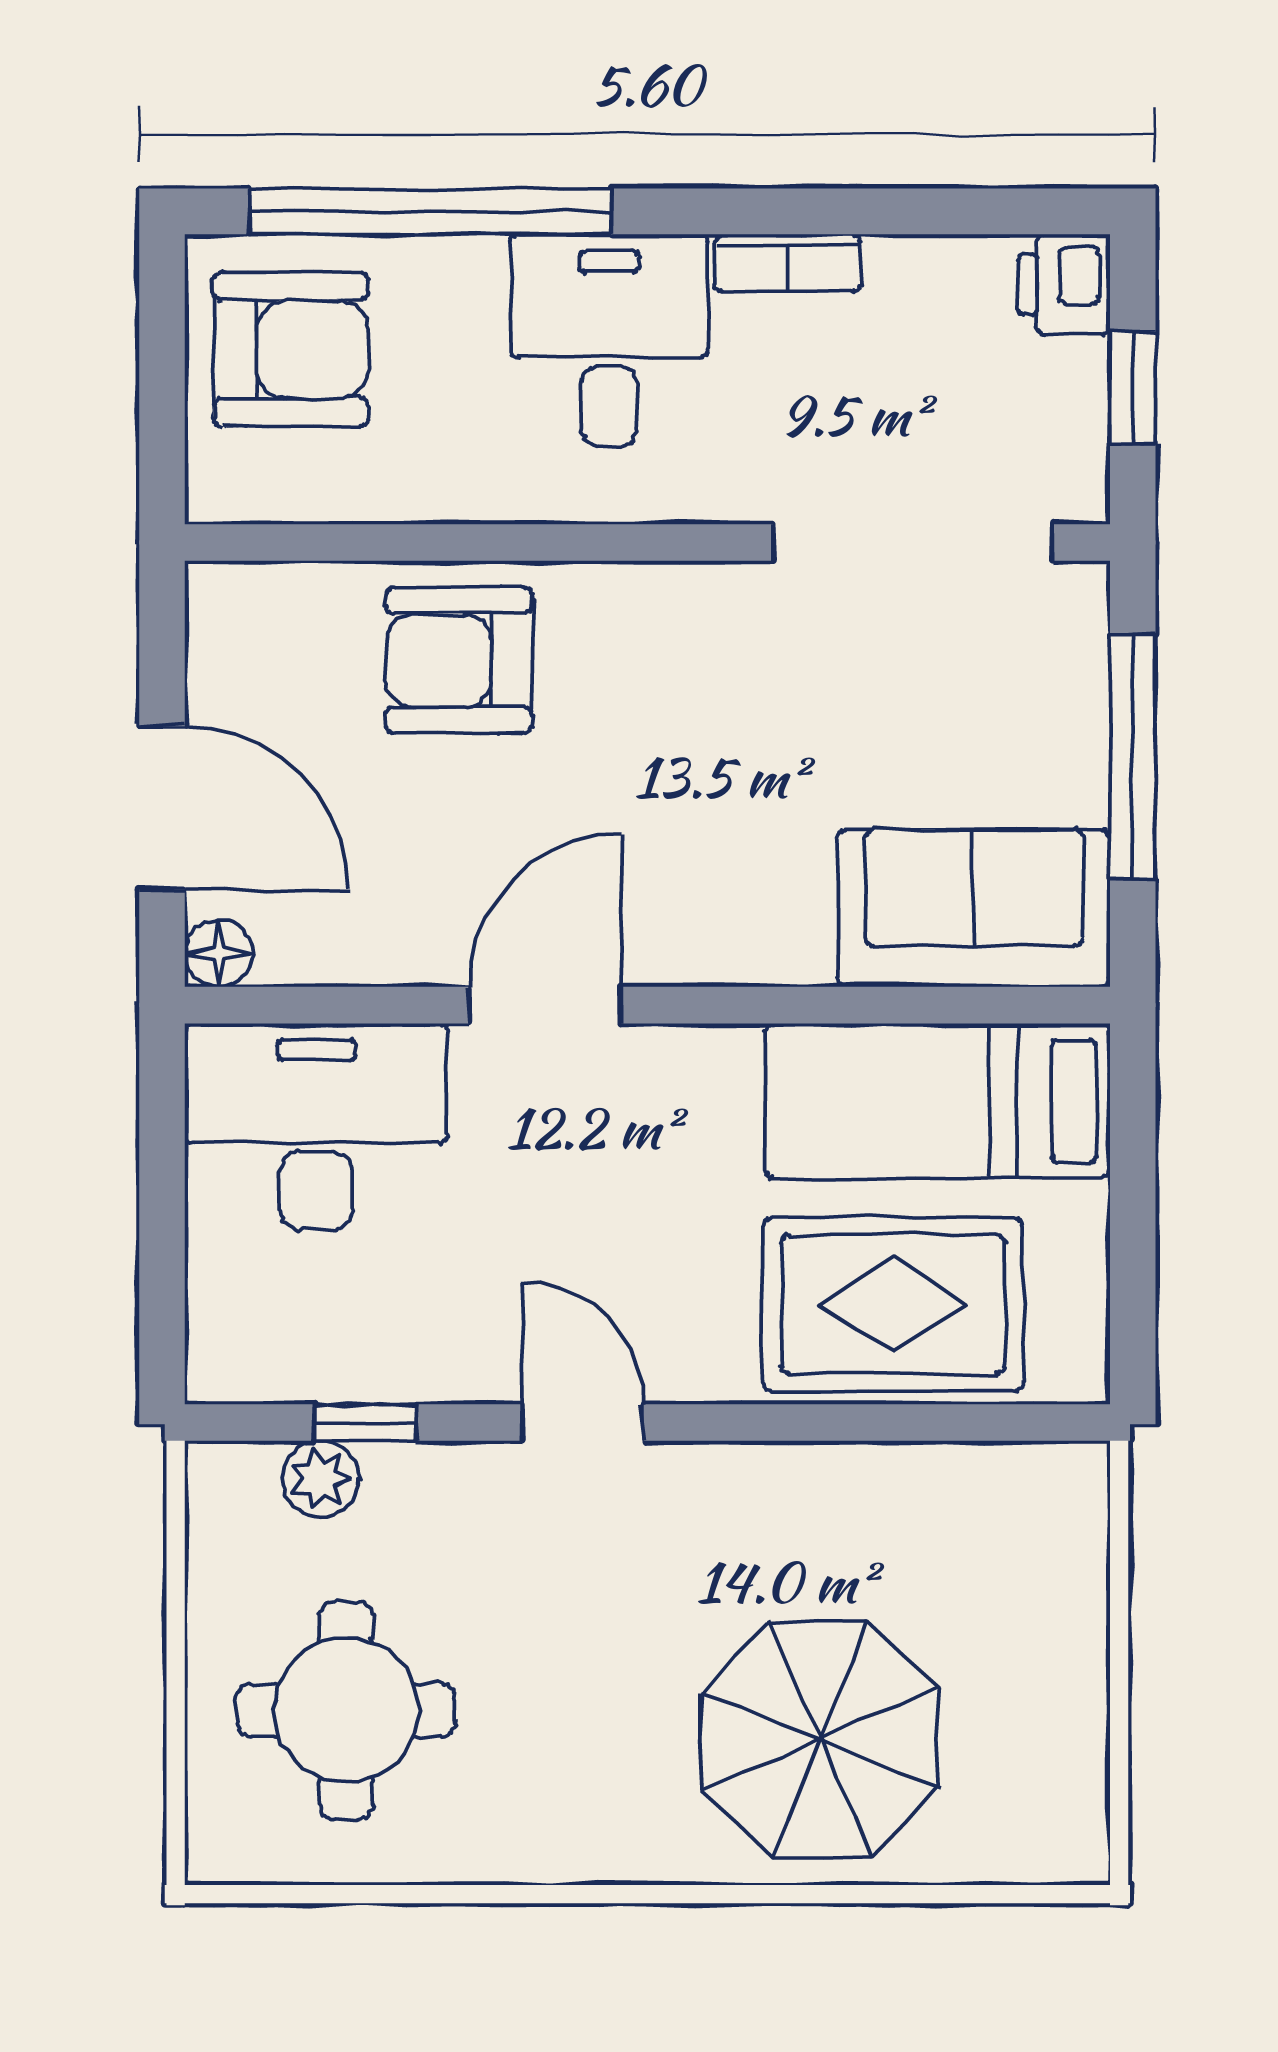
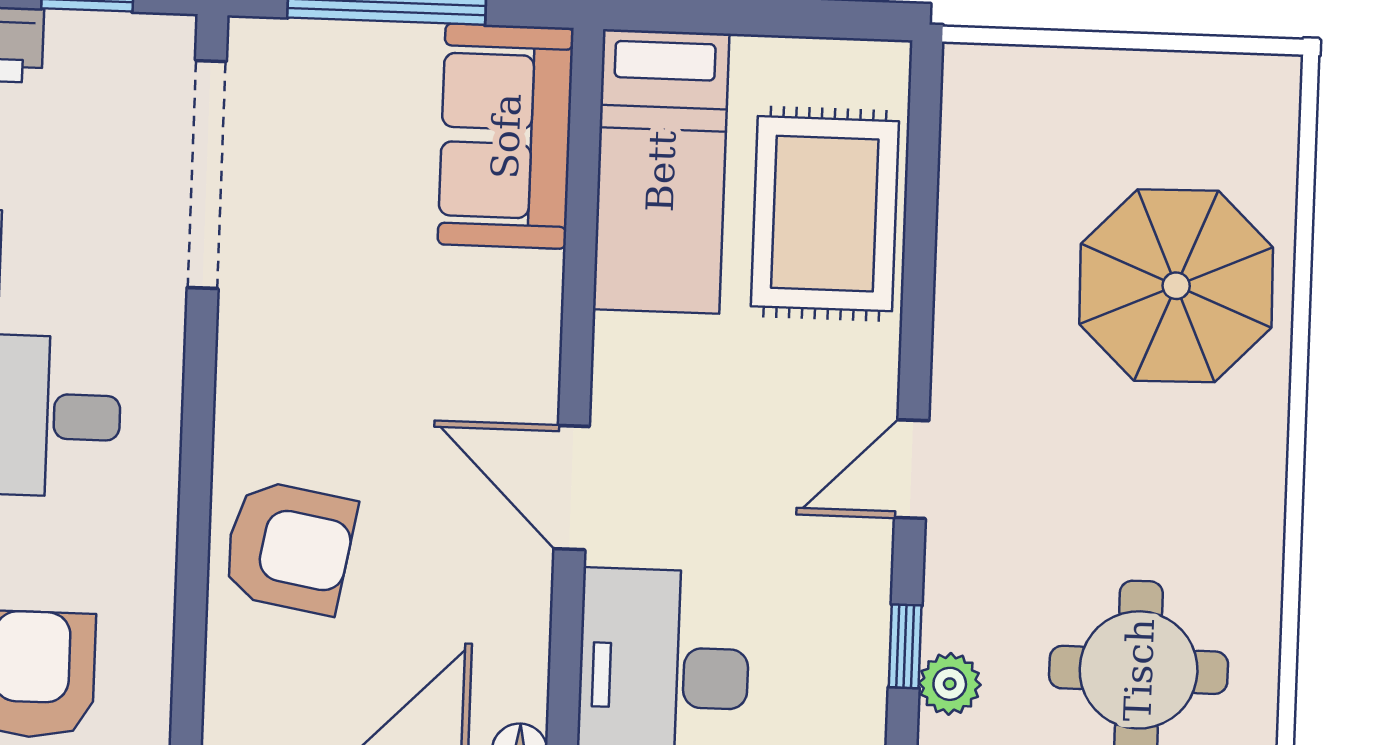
armchair: (459, 660) -> (289, 547), turned -80

